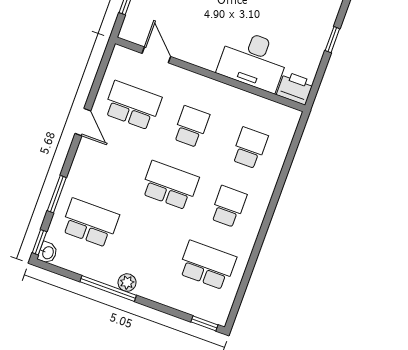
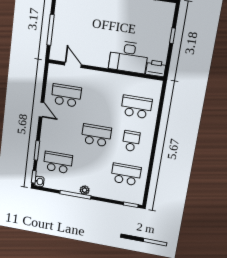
school desk: (191, 127) -> (101, 101), removed
school desk: (250, 148) -> (136, 107), width x1.85

